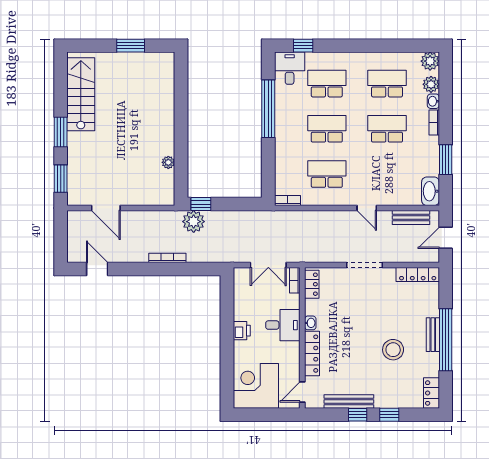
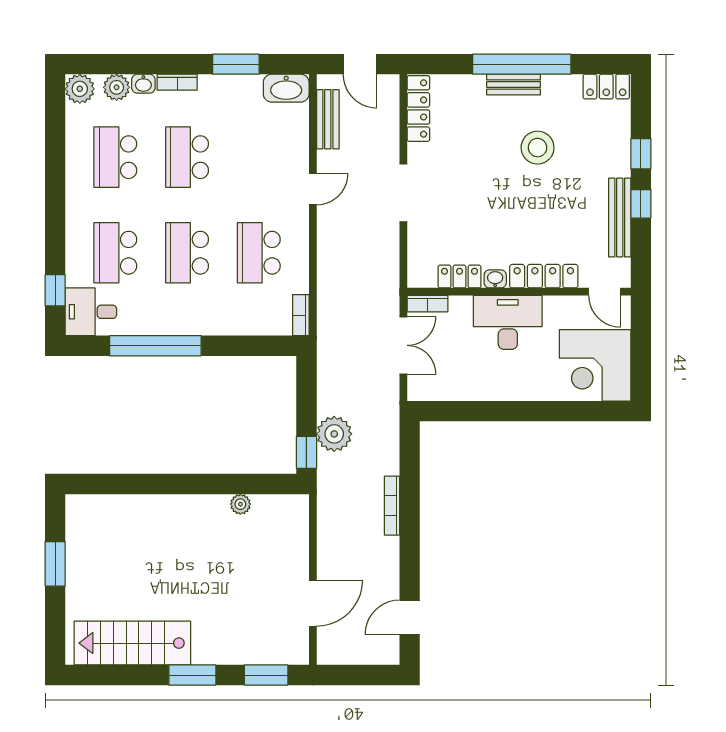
plant: (194, 222) -> (334, 434), moved
locker: (312, 284) -> (459, 277), moved
desk: (283, 325) -> (508, 322), width x1.37
printer: (242, 331) -> (507, 388), removed

